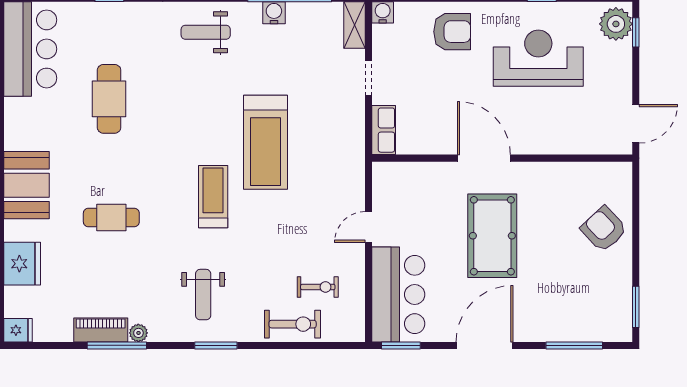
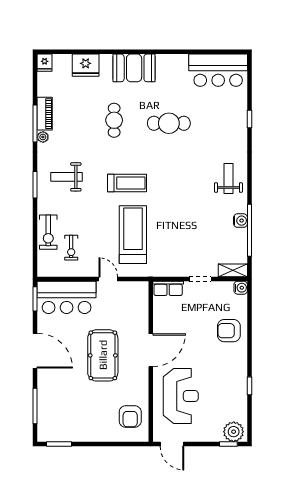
armchair: (452, 32) -> (229, 331), turned 90
reception desk: (538, 58) -> (181, 396), moved
cafe table: (109, 99) -> (169, 123), moved
treadmill: (266, 142) -> (133, 235), moved, turned 90
armchair: (604, 229) -> (130, 416), moved, turned 133
pool table: (492, 236) -> (103, 355), turned 90

